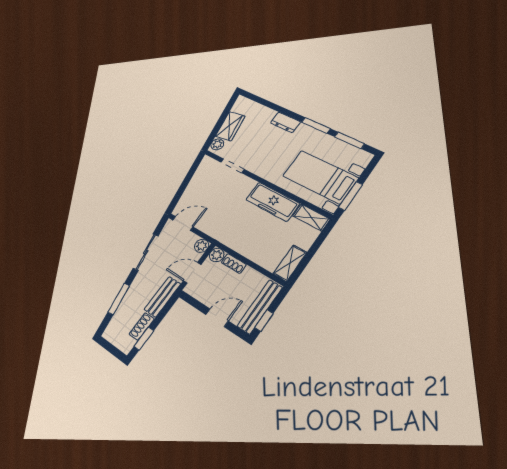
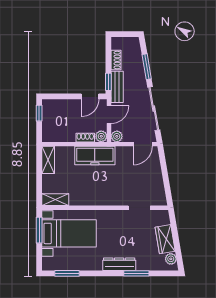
dresser: (285, 122) -> (119, 264), width x1.44
window: (316, 125) -> (136, 273), moved
plant: (217, 144) -> (171, 259), moved
freezer: (273, 202) -> (95, 155), moved, turned 180
sliding door: (146, 252) -> (154, 109), width x1.37
bench: (260, 307) -> (48, 120), removed
door: (217, 318) -> (90, 96), moved
window: (144, 339) -> (108, 82), moved

